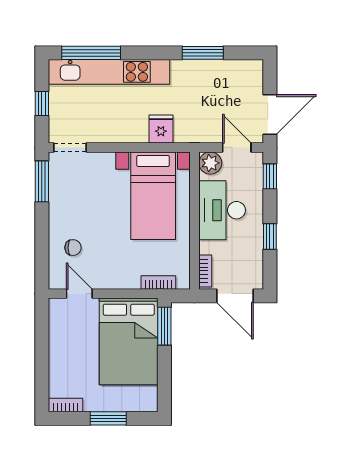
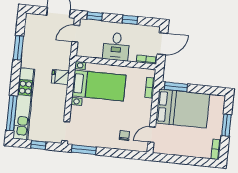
plant: (210, 163) -> (83, 50), removed
desk: (222, 210) -> (116, 47), width x0.73

